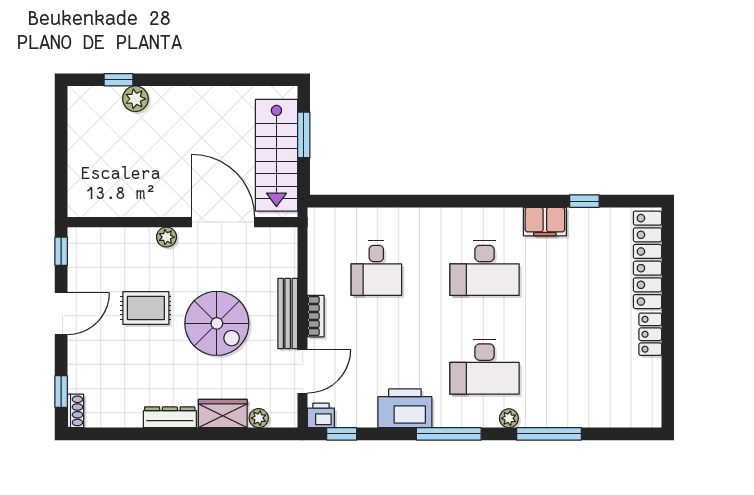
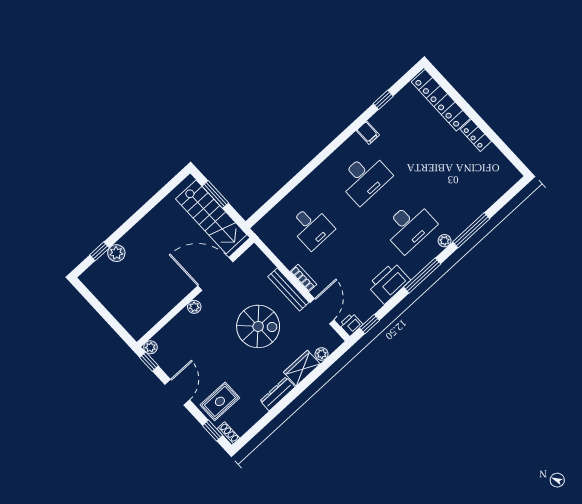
filing cabinet: (545, 222) -> (368, 133), width x0.50
plant: (77, 237) -> (150, 347), added
rug: (146, 308) -> (220, 401), moved

